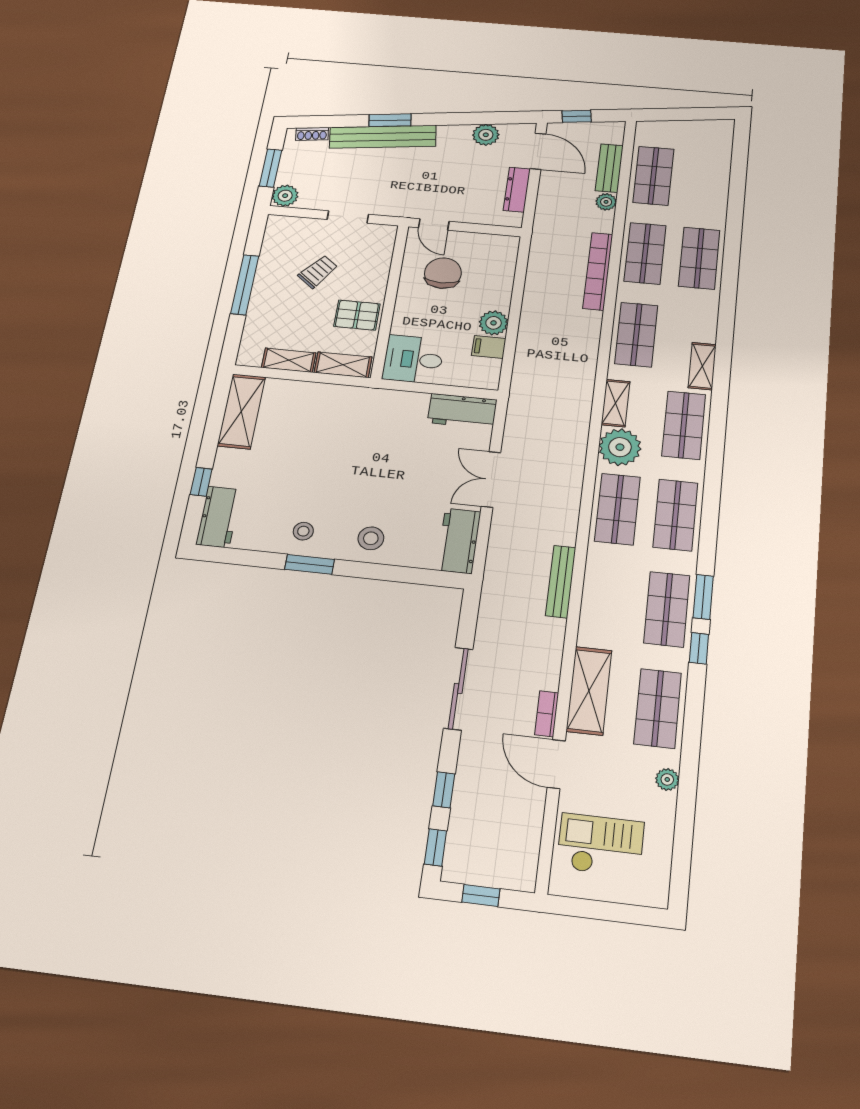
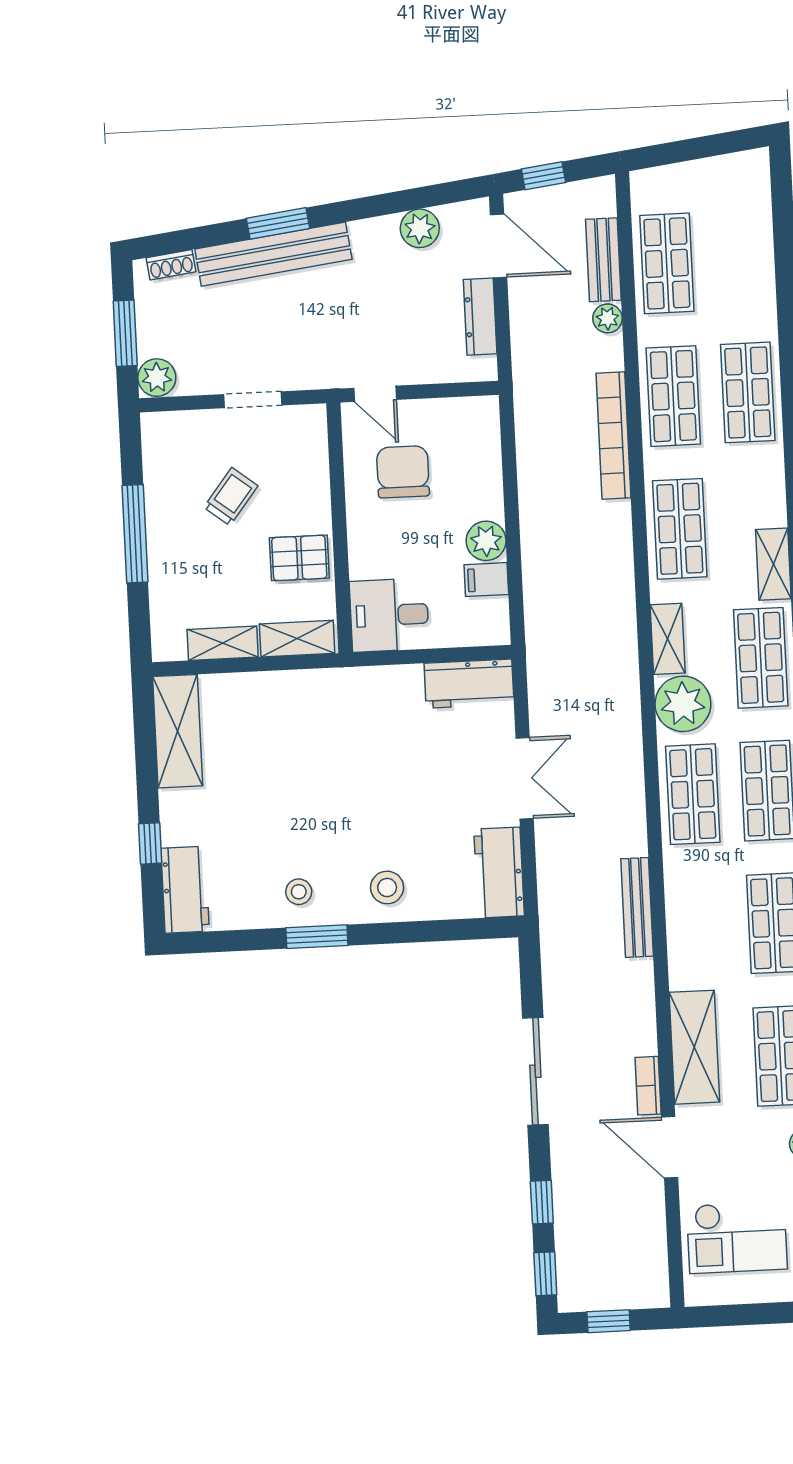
double door: (491, 479) -> (525, 778), swing flipped
checkout: (600, 845) -> (737, 1237), turned 180

